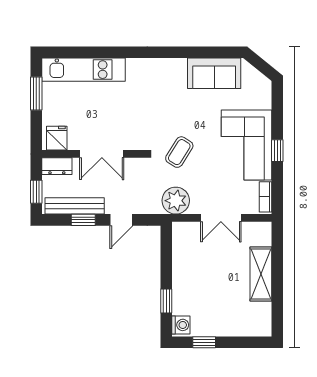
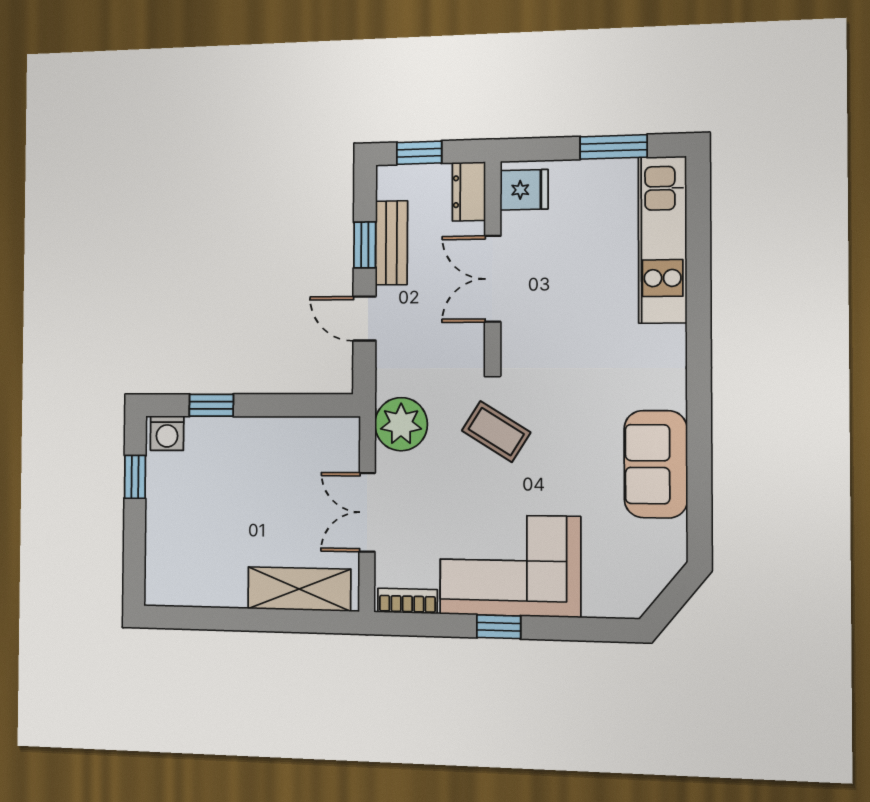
sofa: (214, 73) -> (656, 464), moved
bench: (75, 206) -> (391, 243), width x0.73
shelving: (261, 274) -> (299, 589), moved

